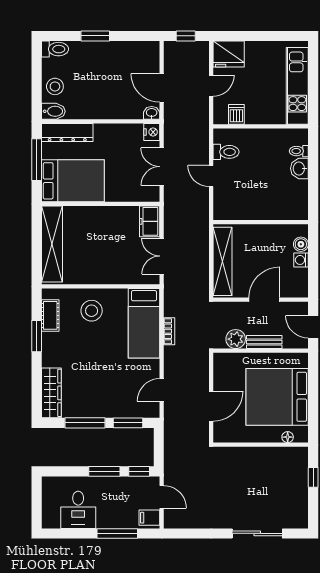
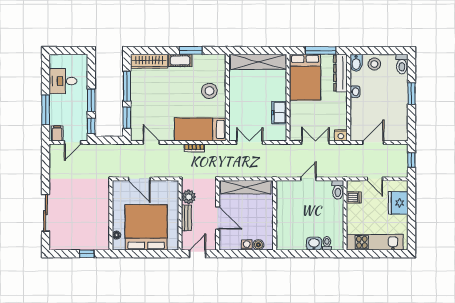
fridge: (229, 54) -> (398, 203), moved
washbasin: (152, 113) -> (355, 92), moved
toilet: (226, 152) -> (338, 190), moved
freezer: (150, 221) -> (279, 113), moved, turned -90
cot: (50, 315) -> (180, 60), moved

